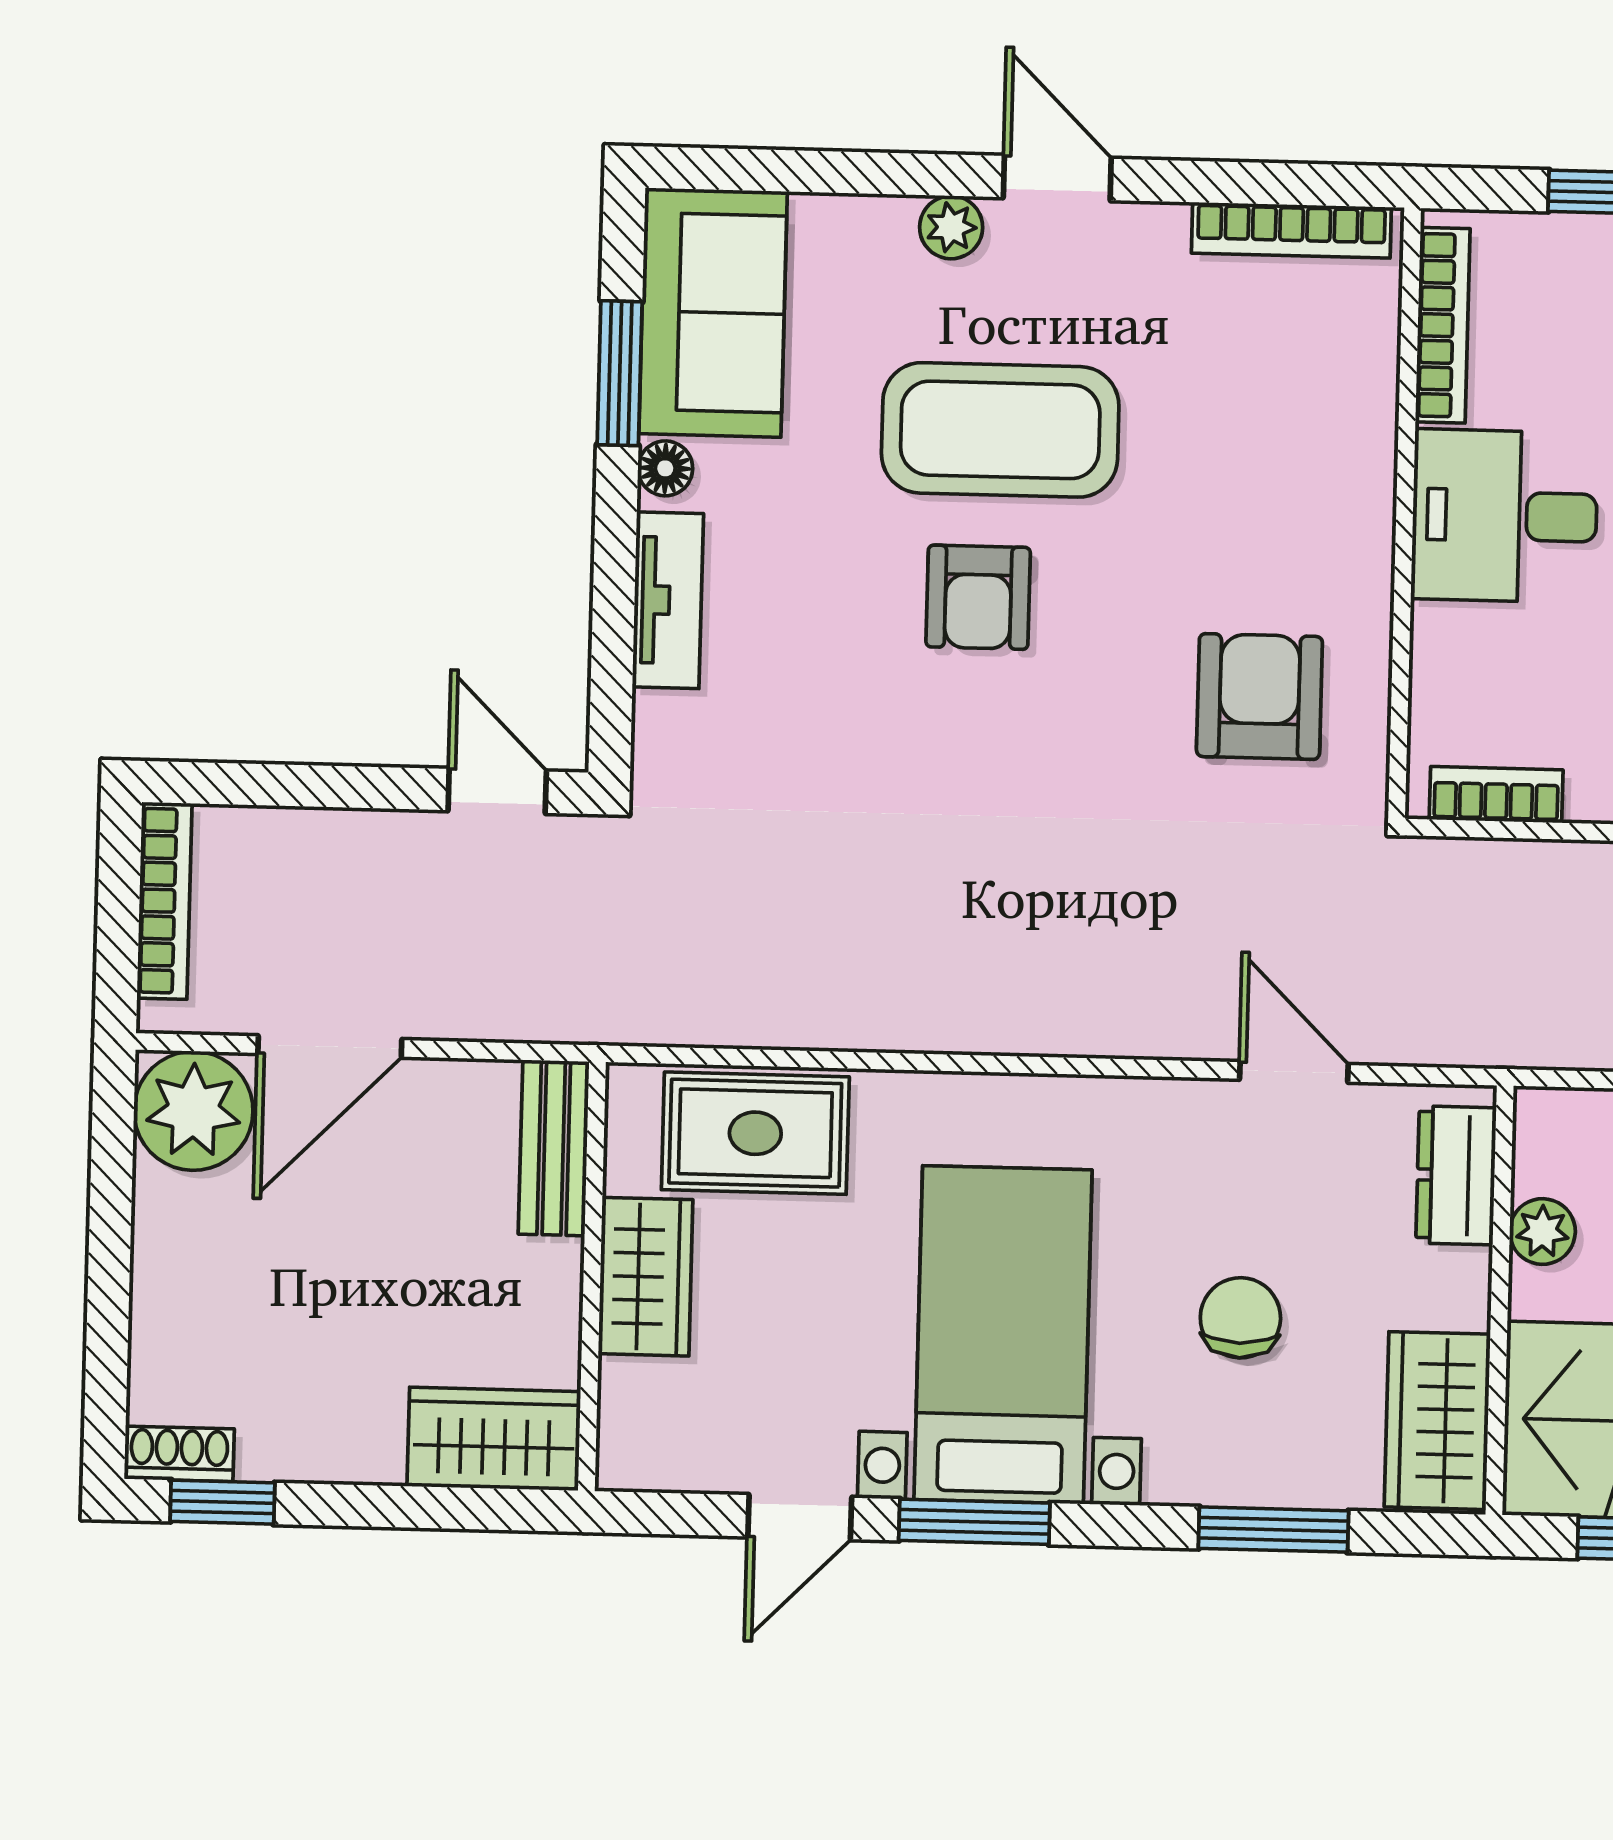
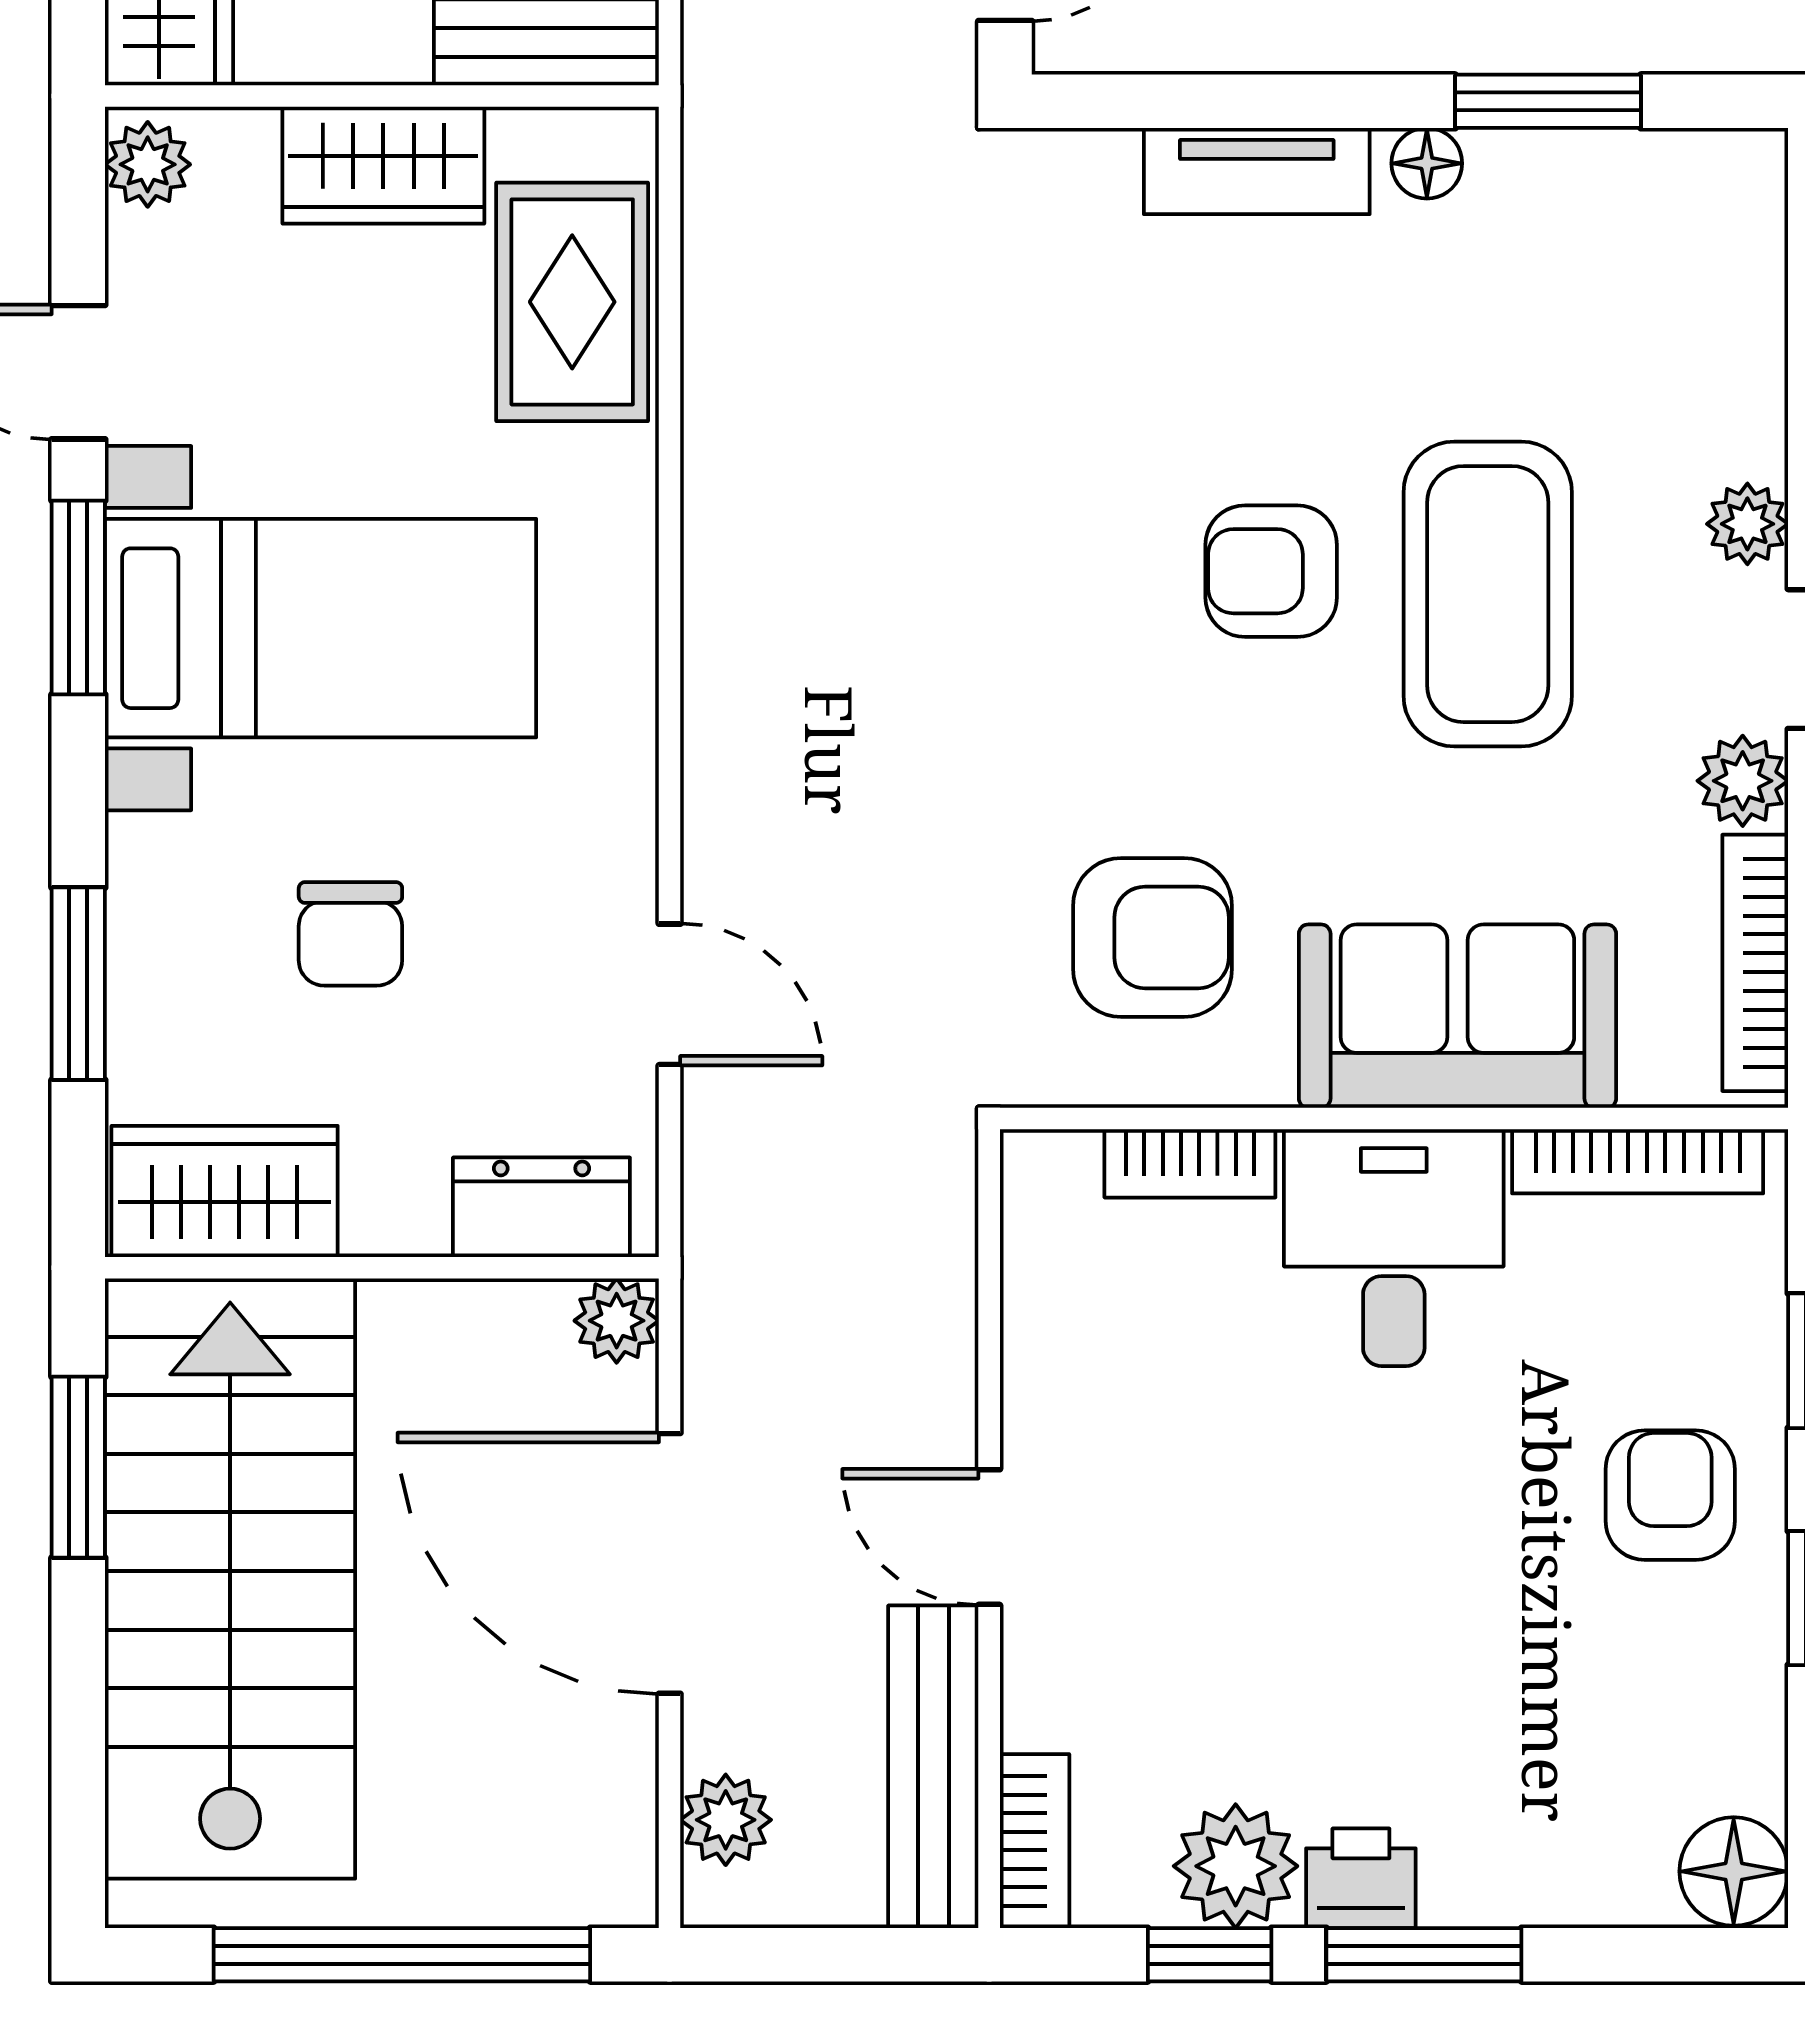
plant: (1150, 236) -> (1743, 781), added
sofa: (713, 313) -> (1457, 1016), moved, turned 180
bookcase: (1496, 795) -> (1190, 1163), moved, turned 90
door: (1294, 1072) -> (670, 994), hinge flipped
plant: (1542, 1232) -> (617, 1321), moved
chair: (1240, 1318) -> (350, 934), turned 90
plant: (640, 1459) -> (148, 164), added

